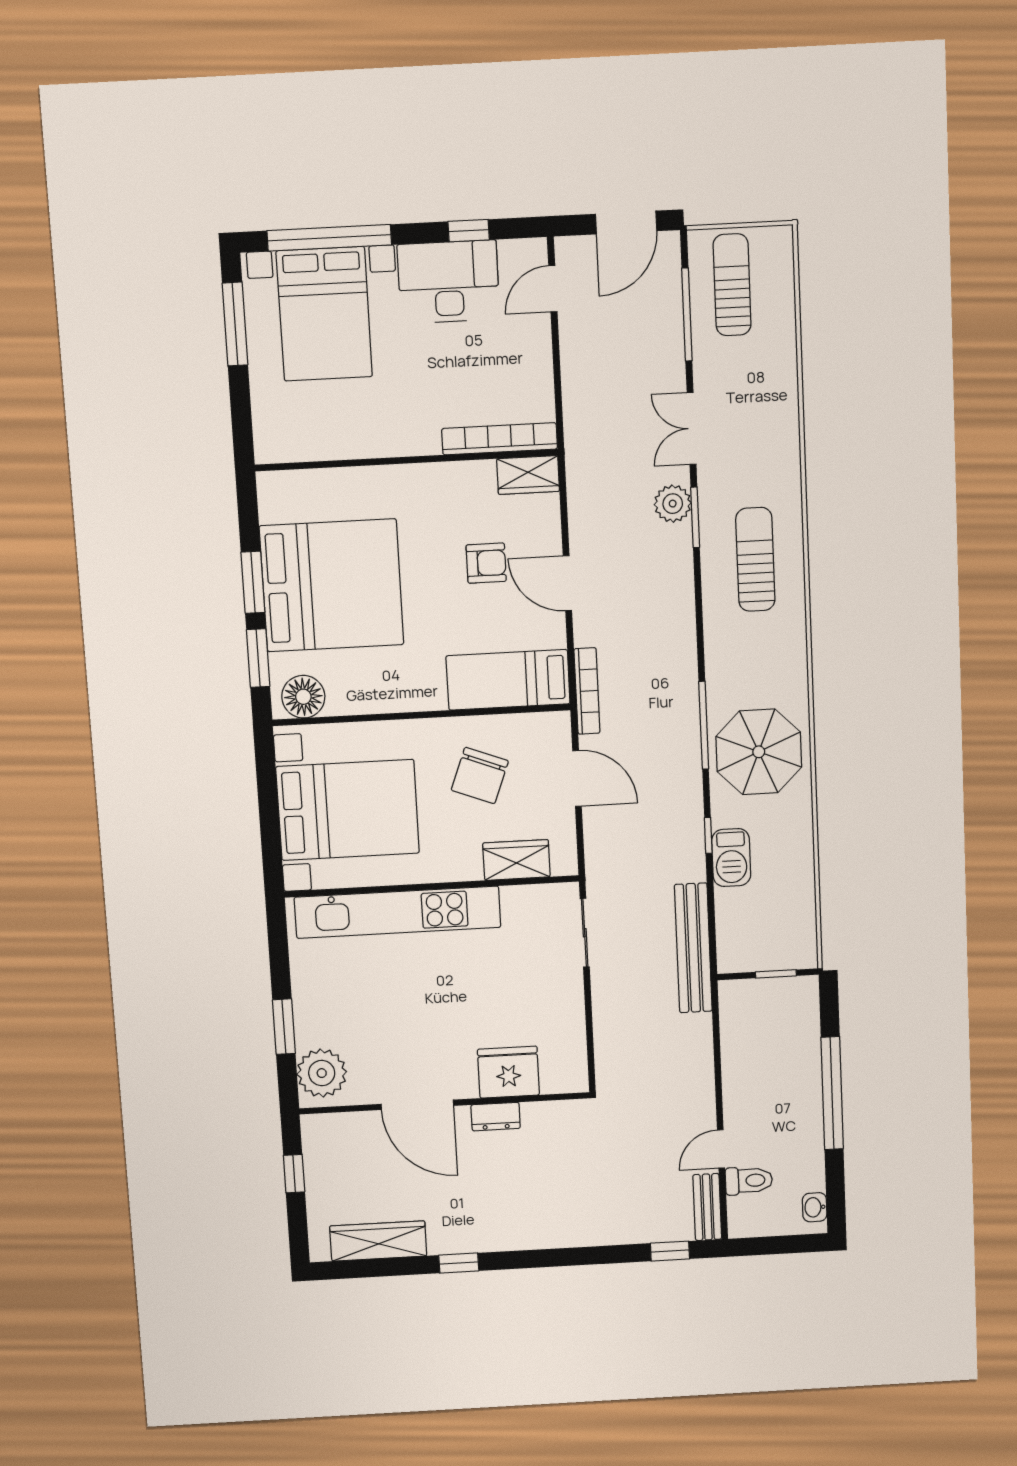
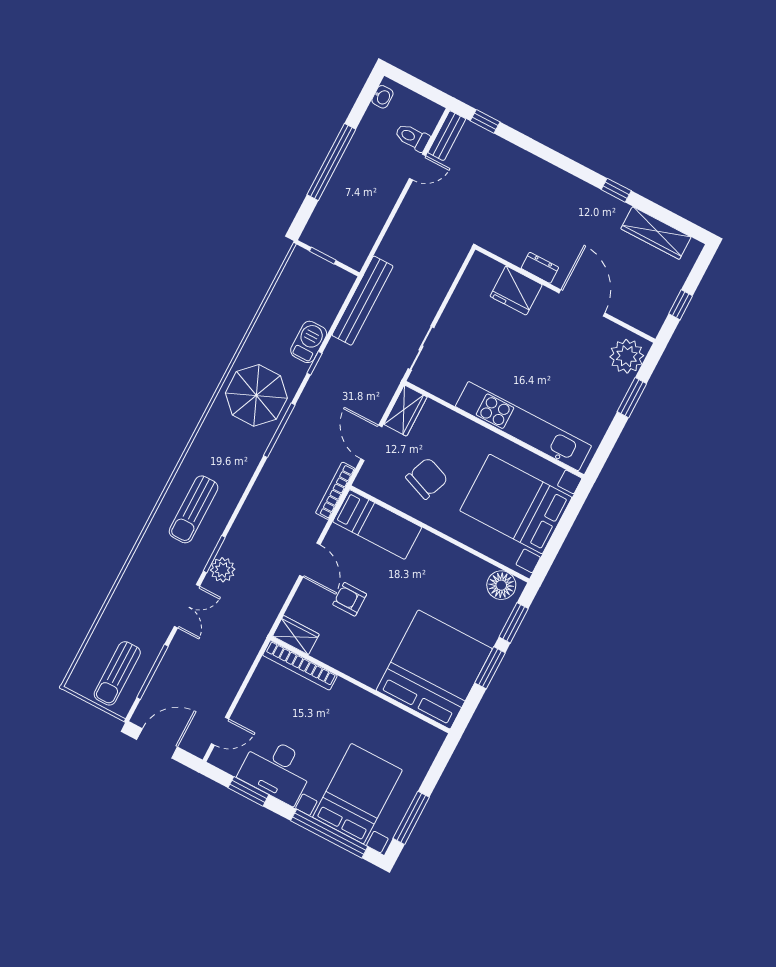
window: (469, 231) -> (248, 791), width x1.50
bed: (332, 585) -> (434, 670), moved, turned 90
wardrobe: (516, 860) -> (405, 411), moved, turned -90

